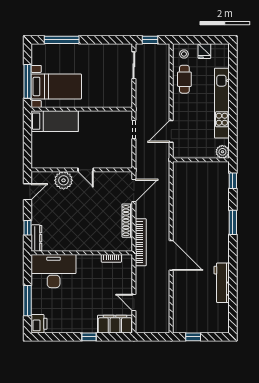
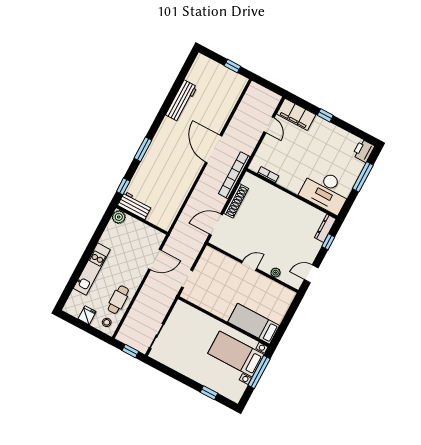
window: (62, 40) -> (209, 393), width x0.46
kitchen unit: (222, 103) -> (92, 269), width x0.73
workbench: (214, 169) -> (135, 206), added
door: (86, 170) -> (249, 266), hinge flipped
plant: (64, 180) -> (276, 273), width x0.53, depth x0.53

